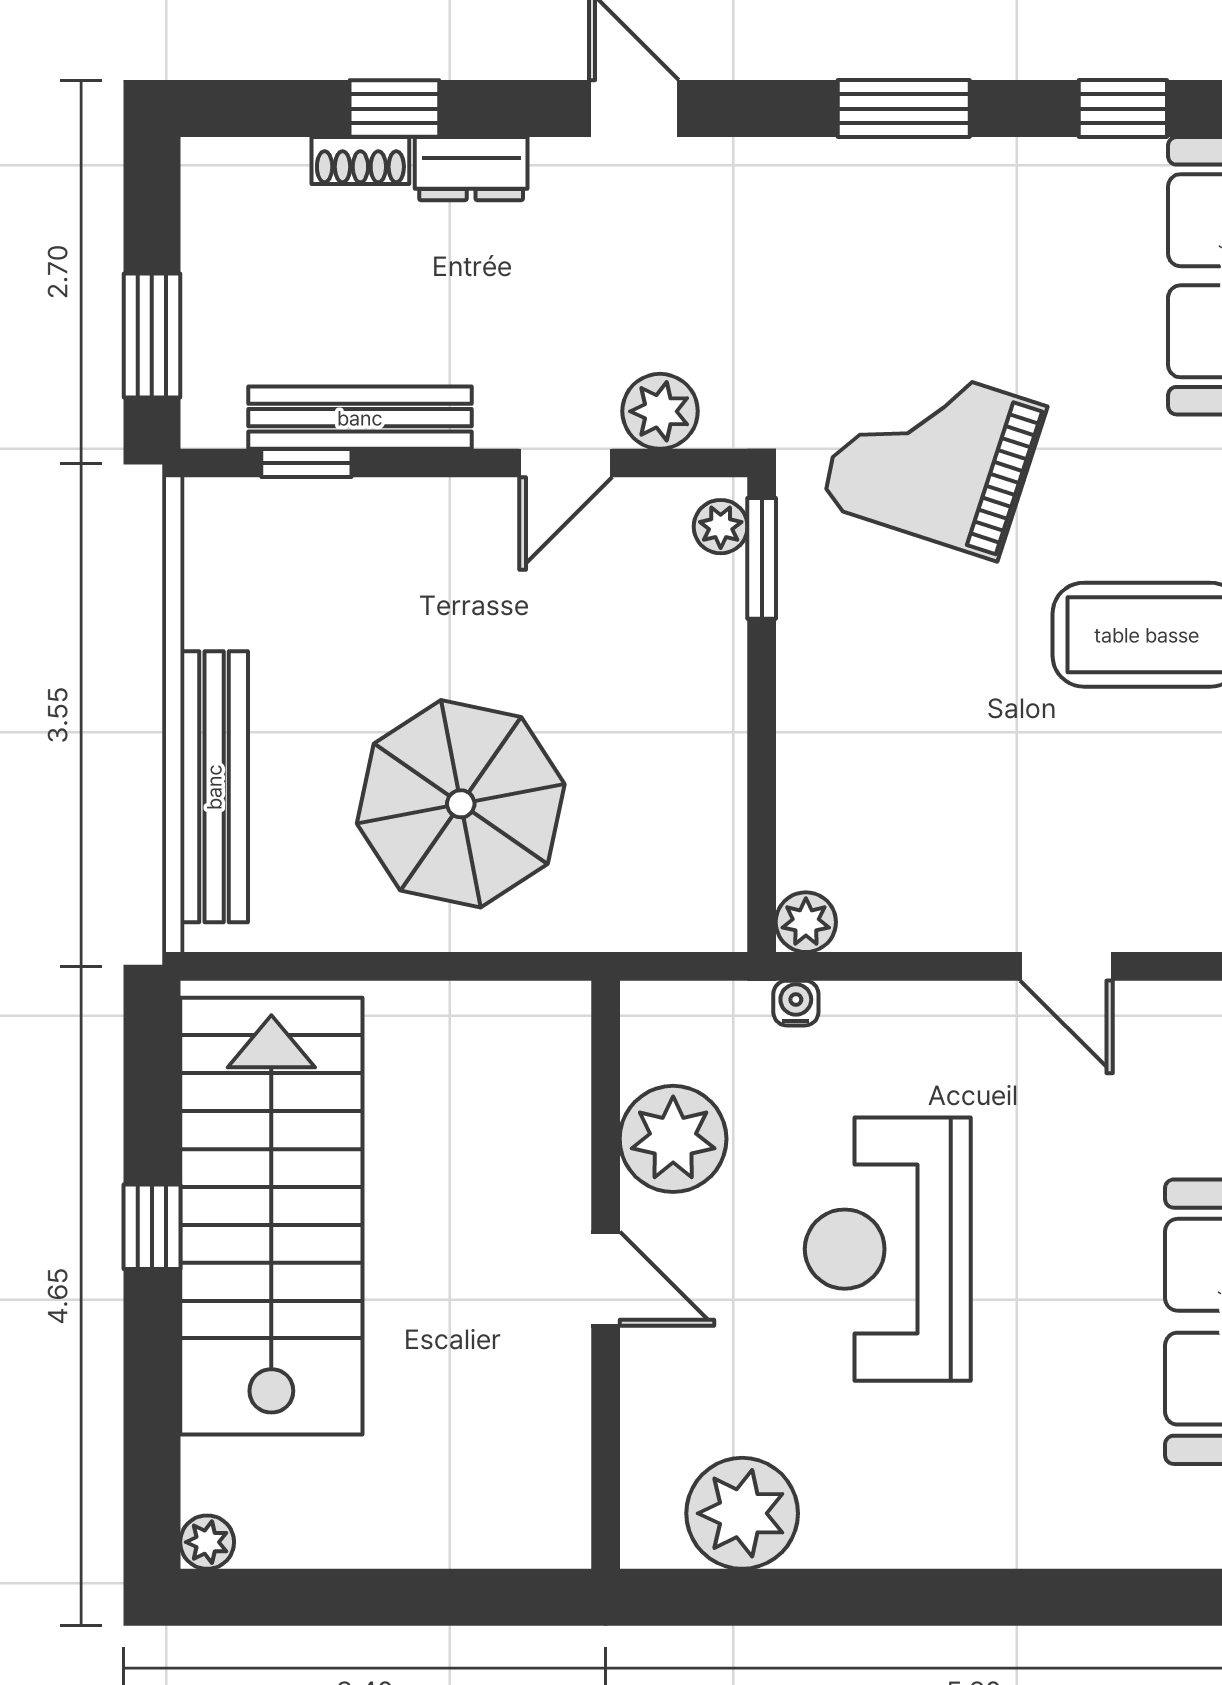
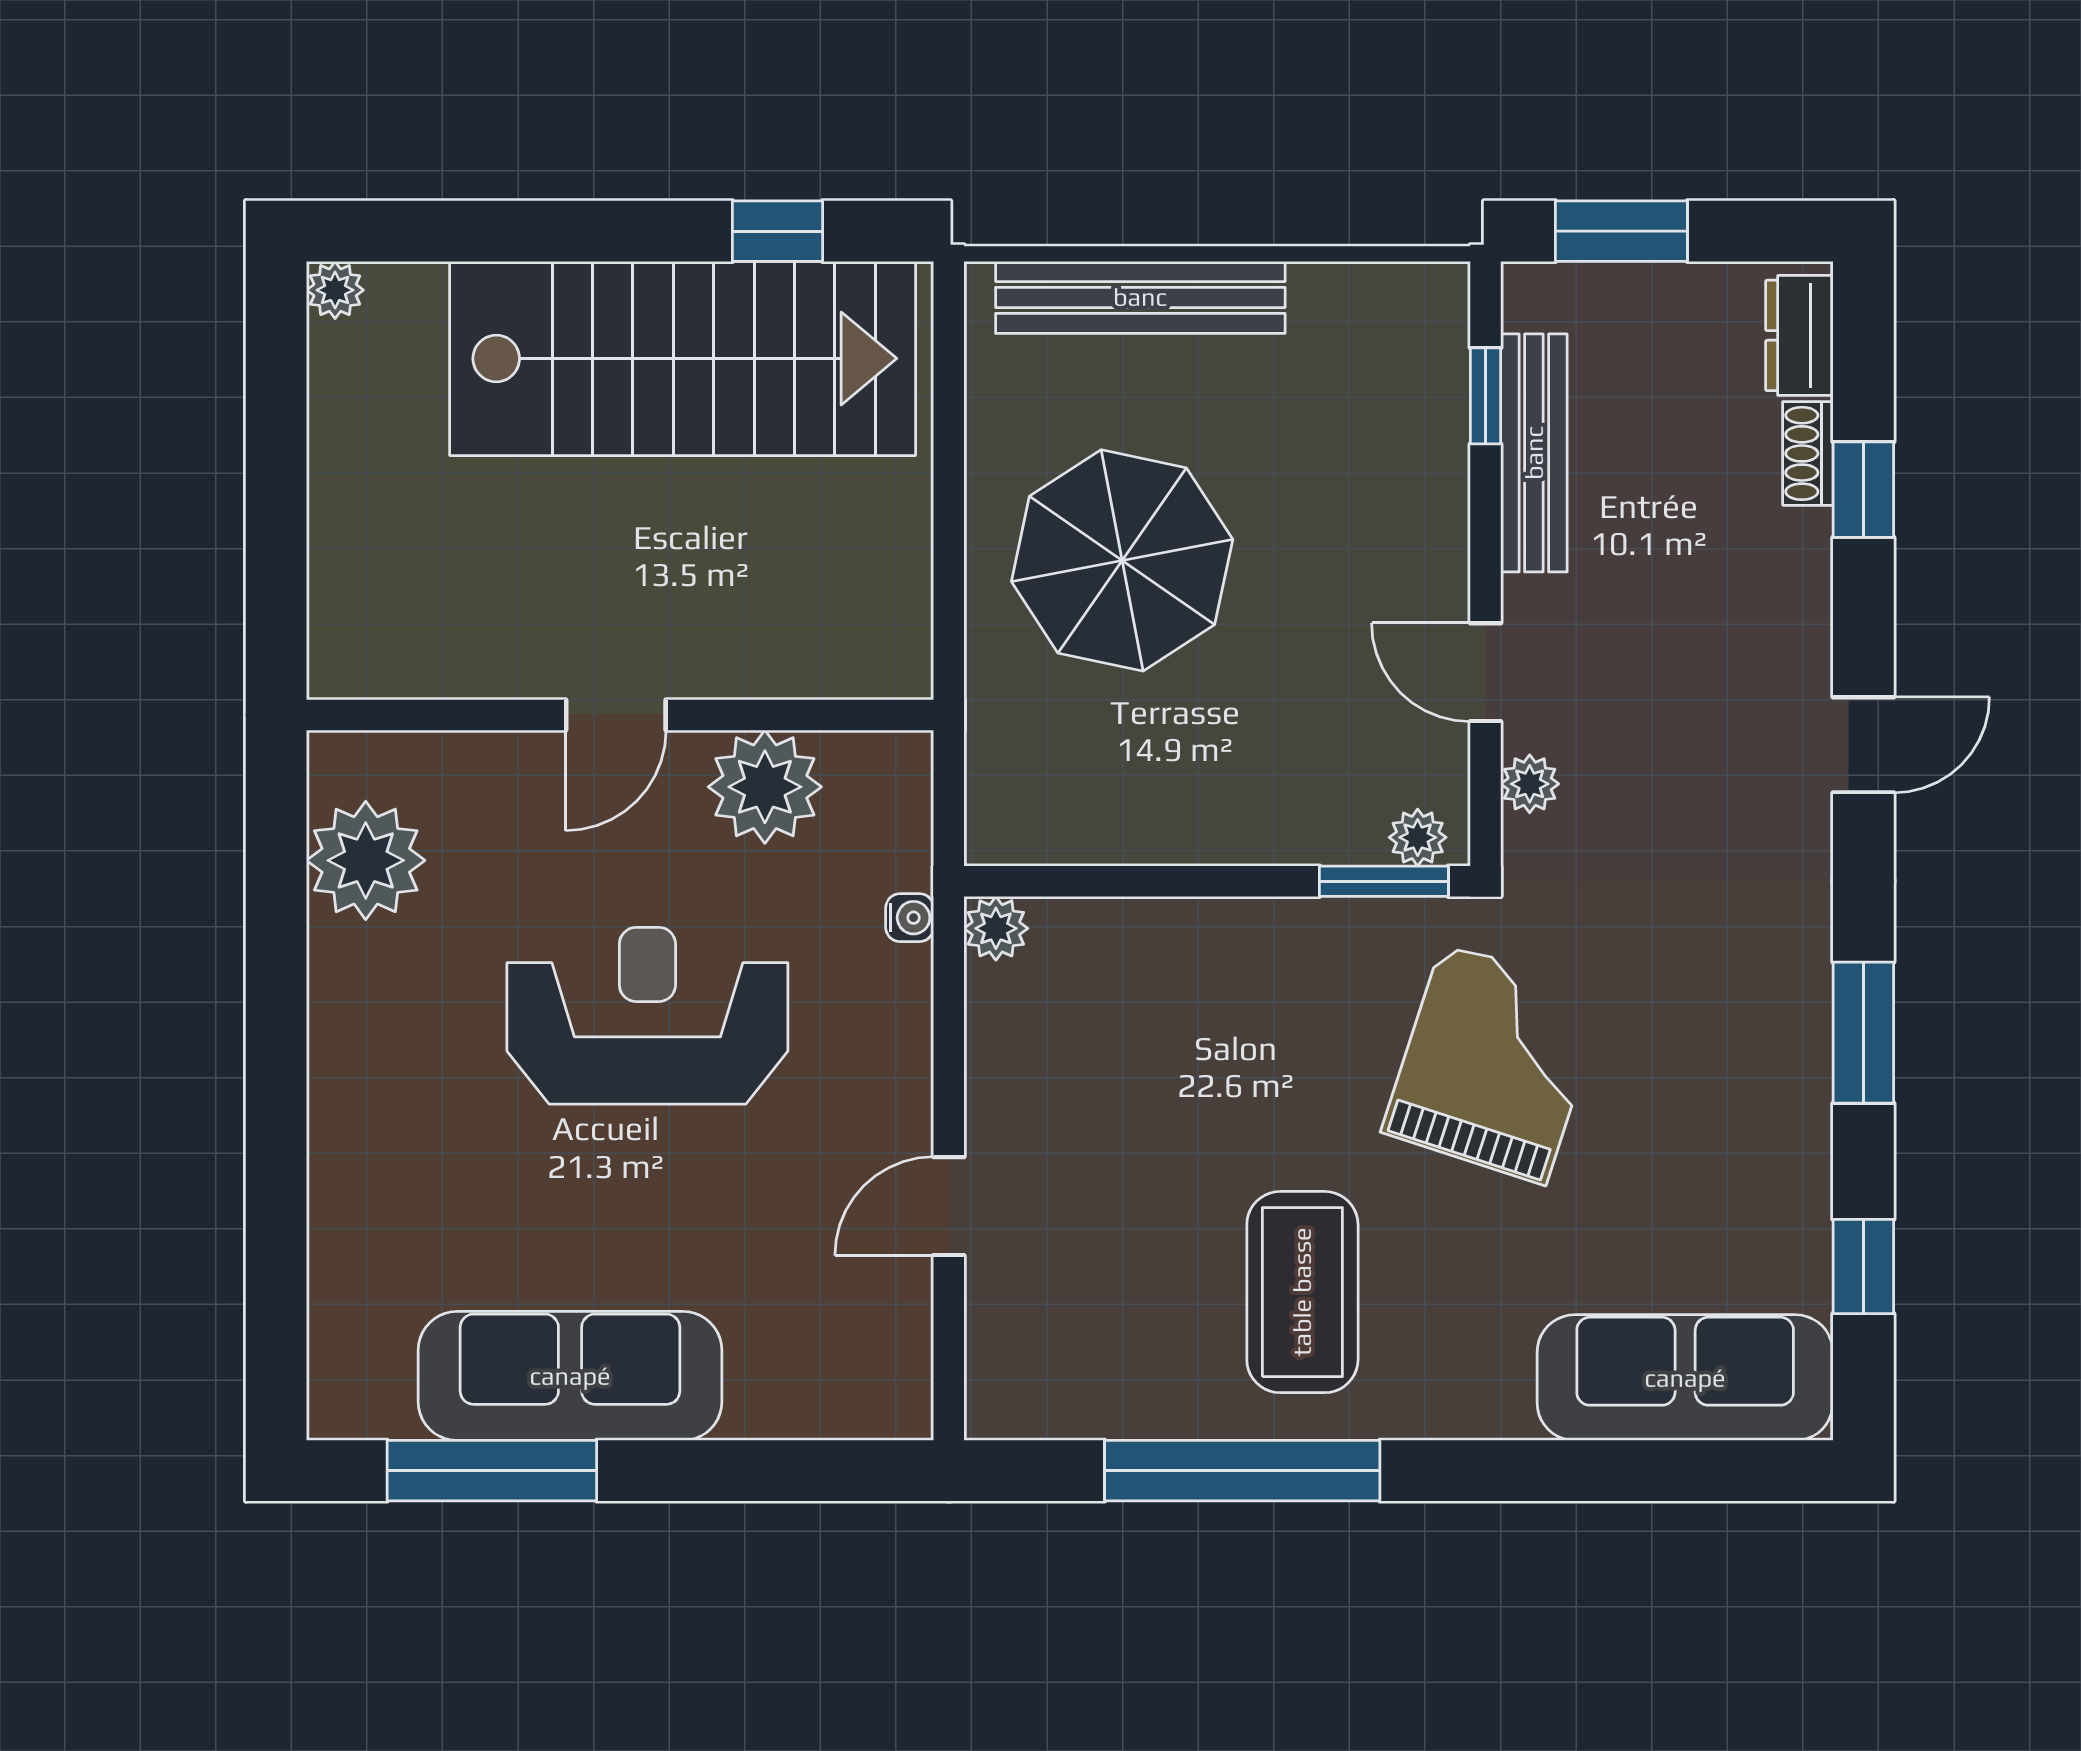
dresser: (471, 169) -> (1799, 335), moved
plant: (660, 411) -> (1530, 784), width x0.73, depth x0.73
window: (152, 1227) -> (778, 231), moved

